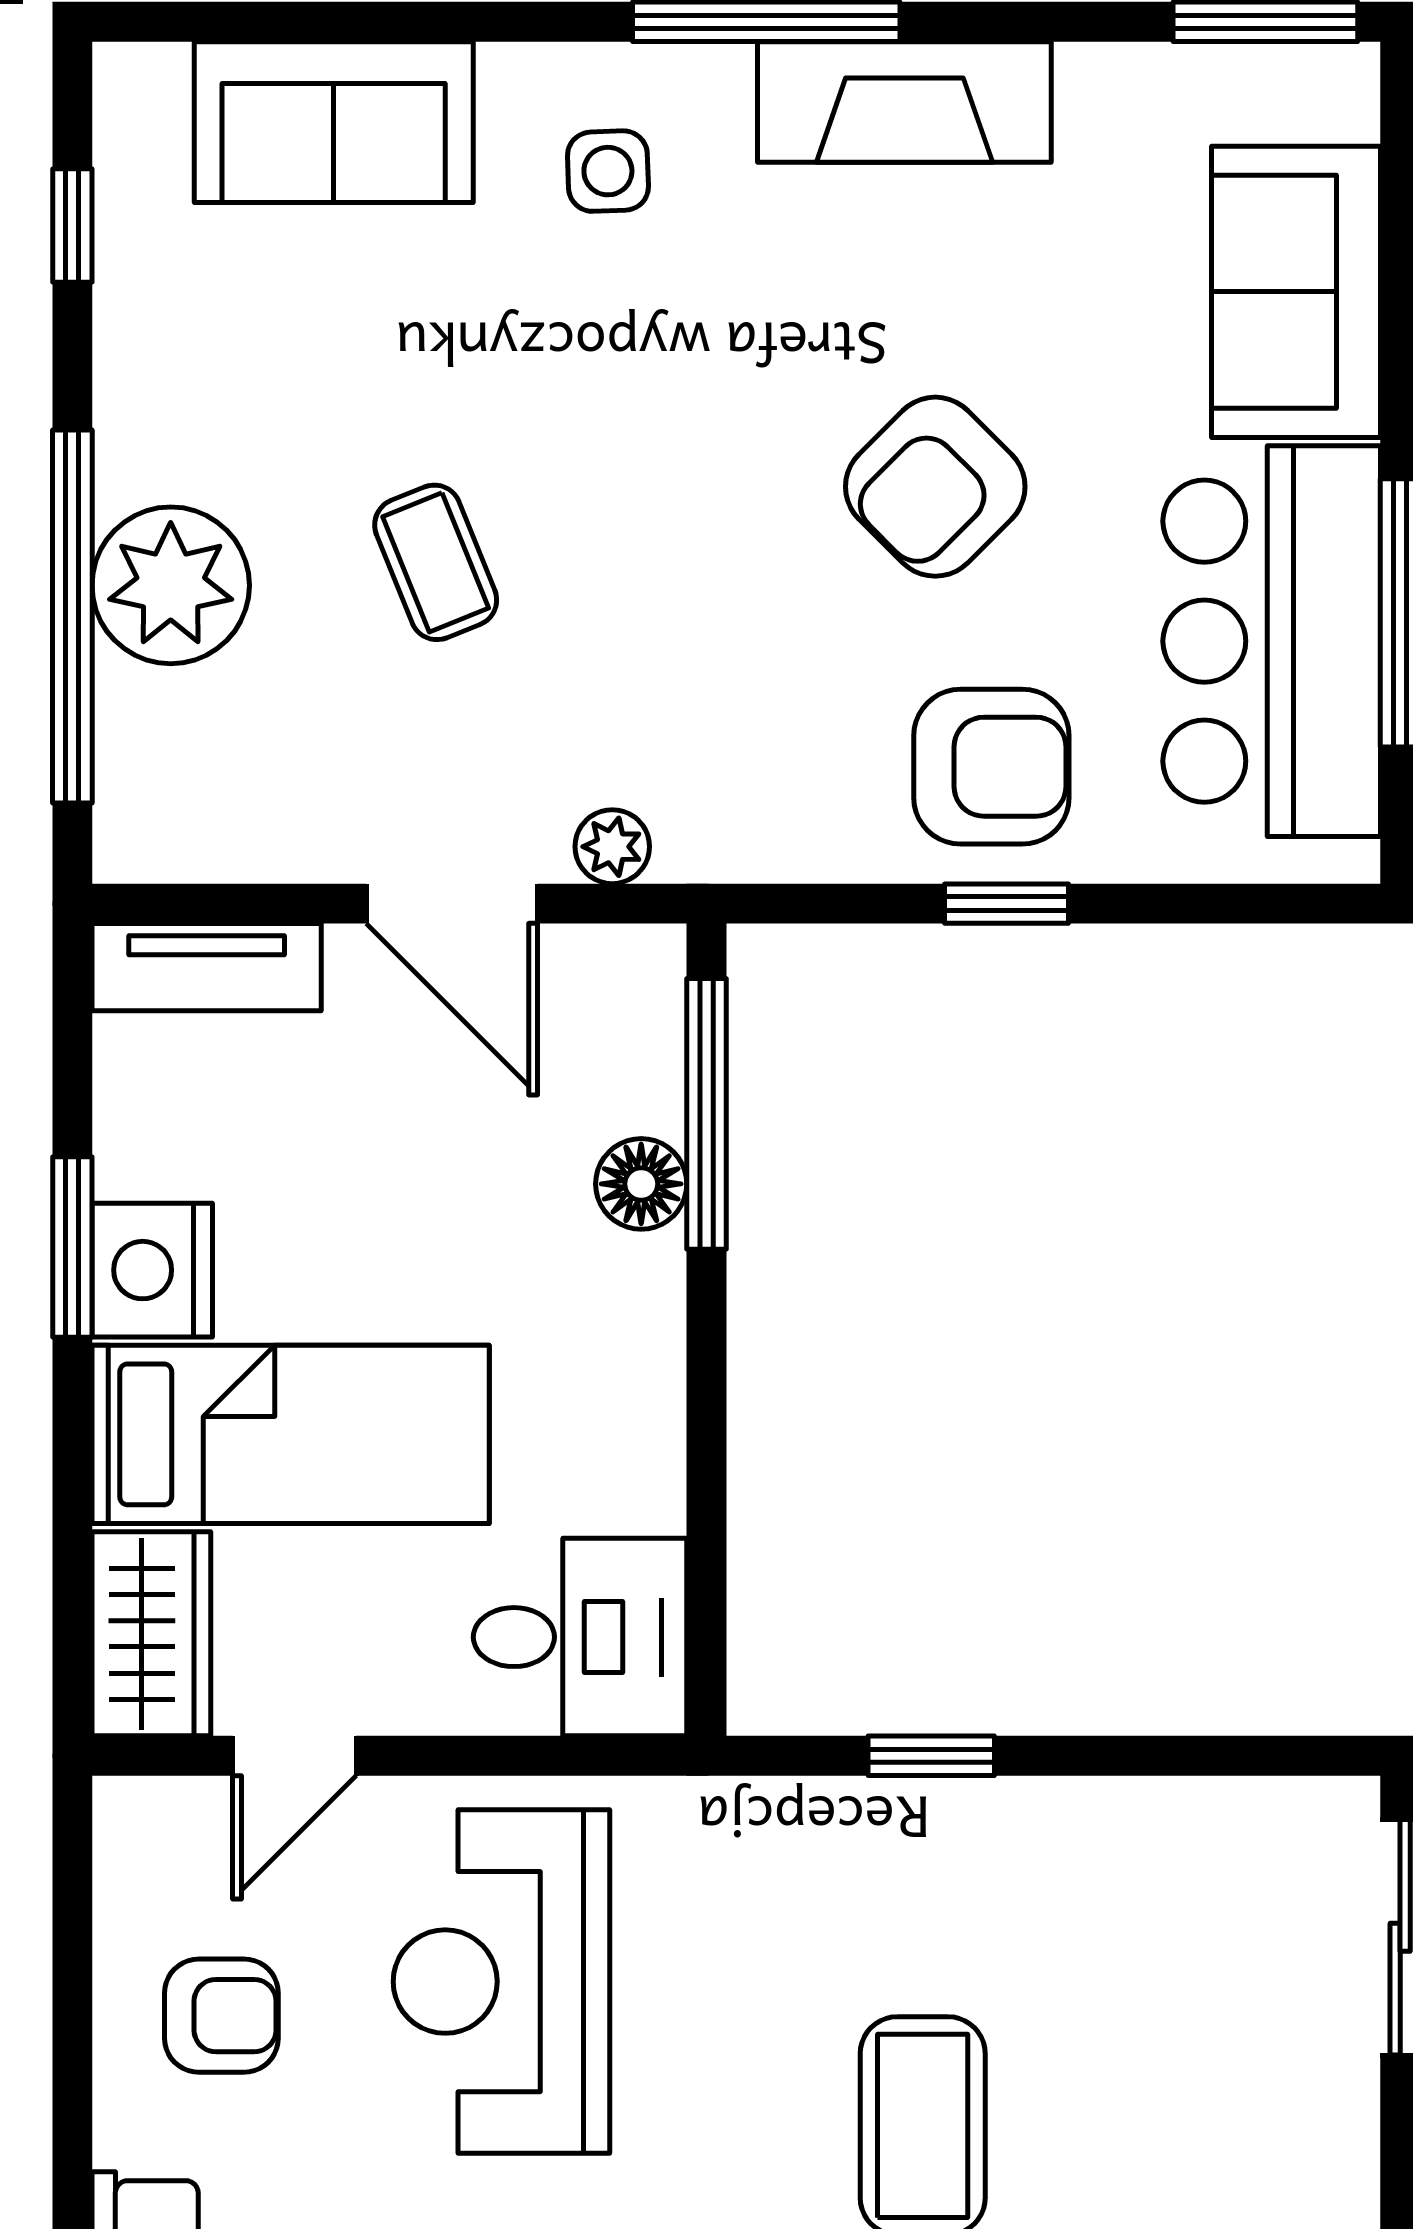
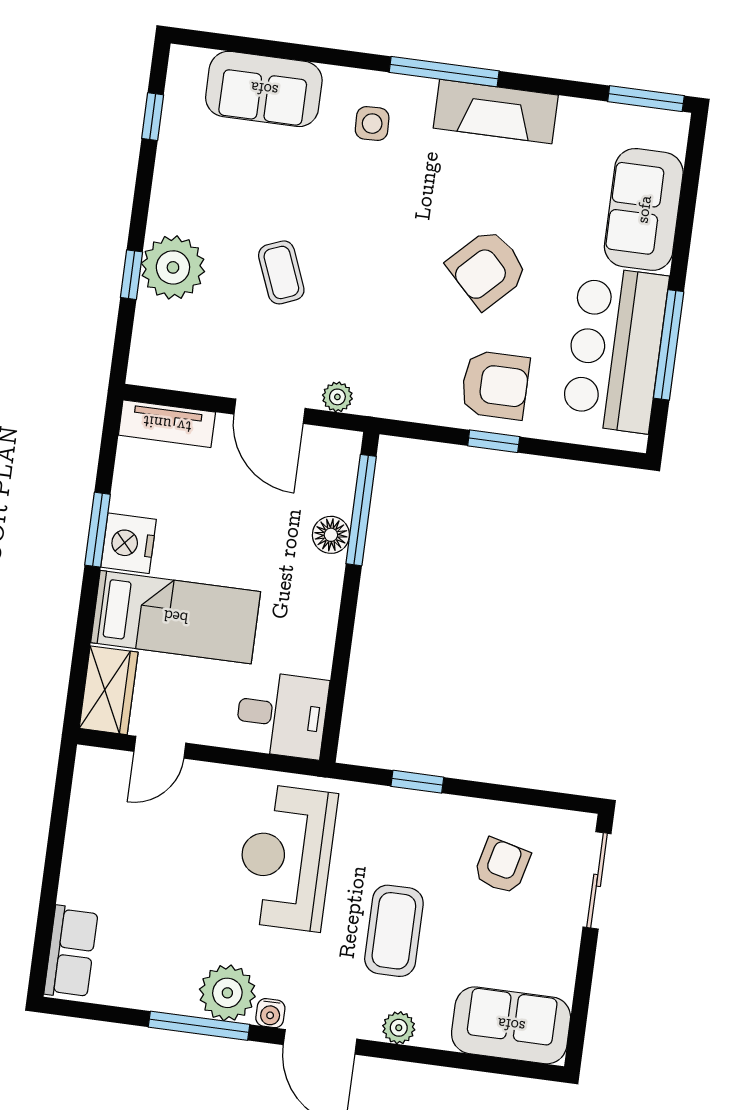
window: (72, 617) -> (132, 275), width x0.32
reception desk: (501, 1982) -> (286, 857), moved
armchair: (221, 2016) -> (502, 866), moved, turned -76

